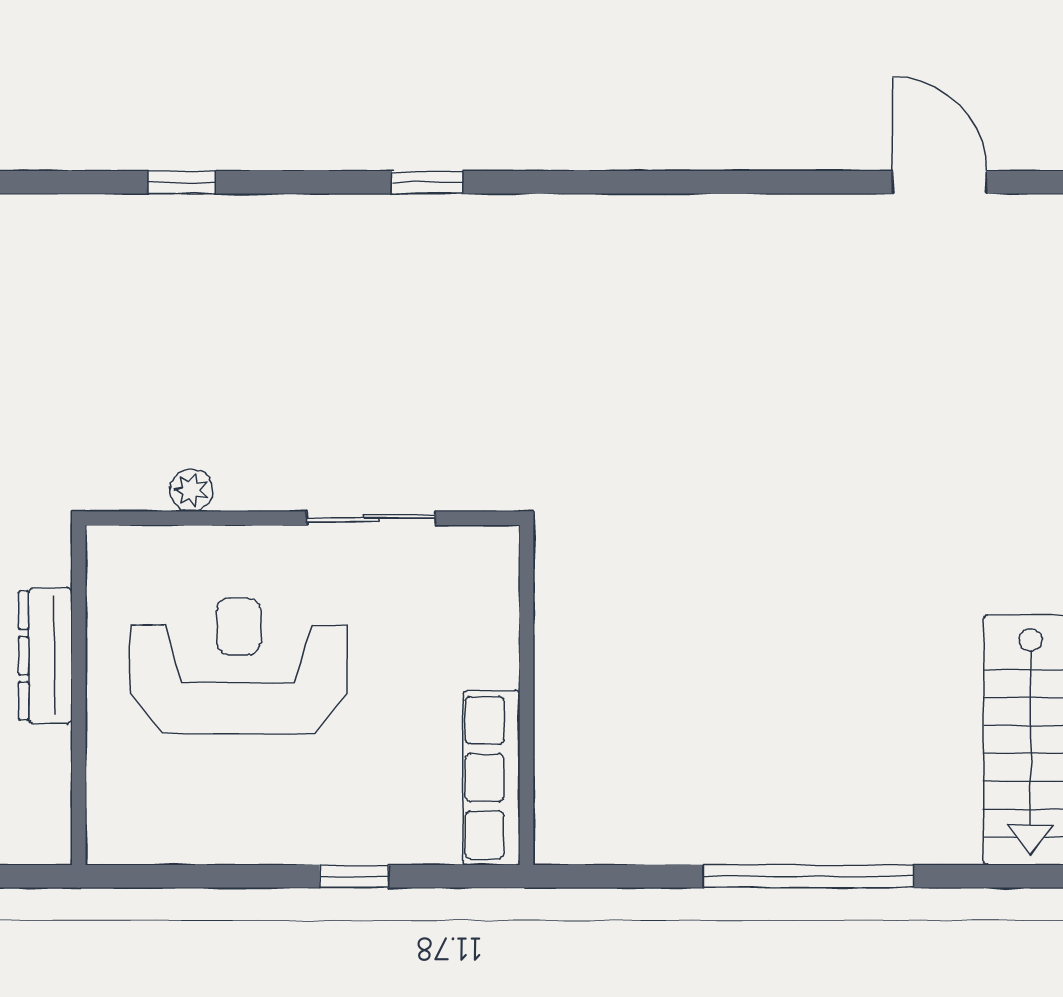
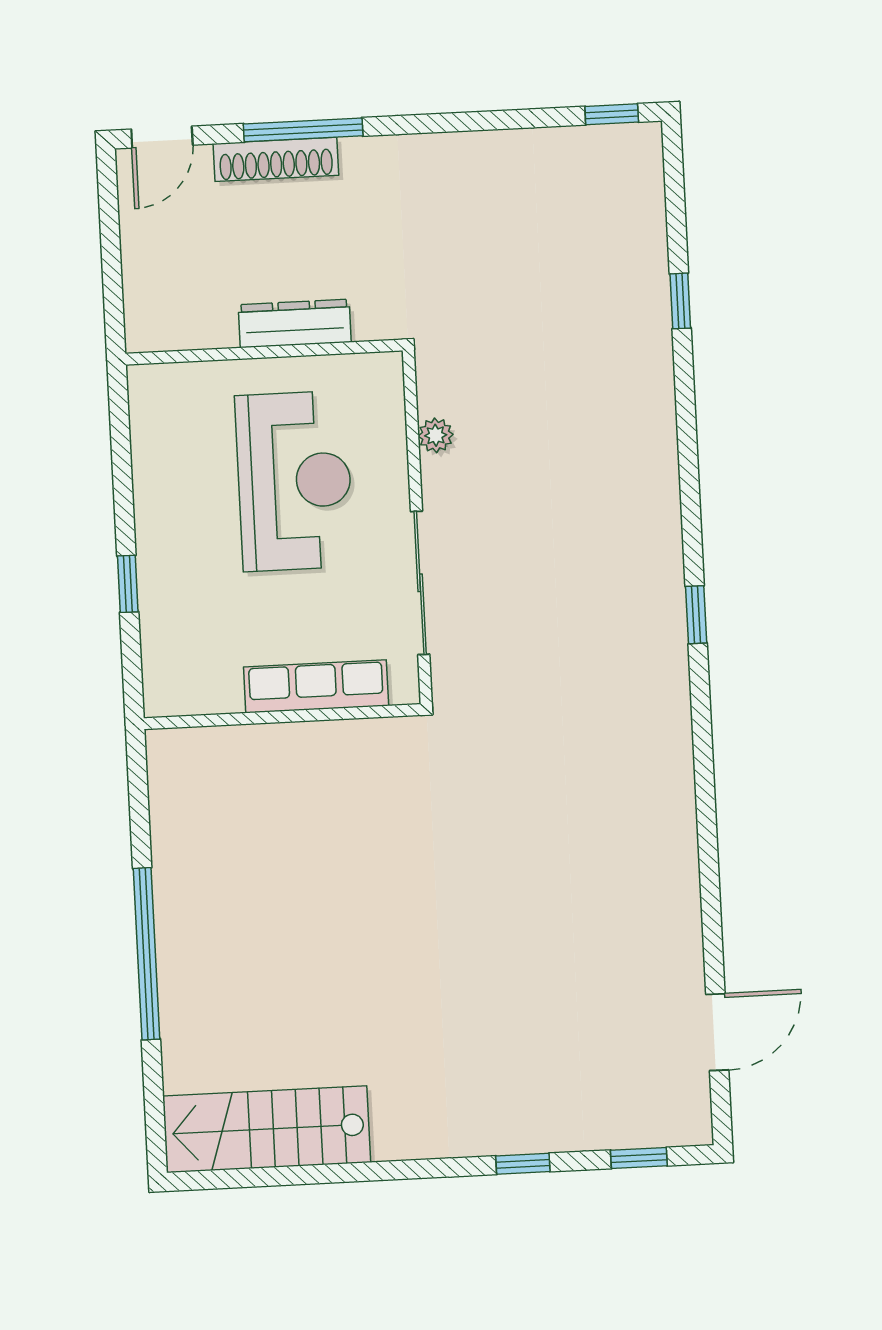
window: (181, 182) -> (680, 301), moved
sliding door: (371, 518) -> (420, 583), width x1.37
row of seats: (491, 778) -> (316, 686), moved

